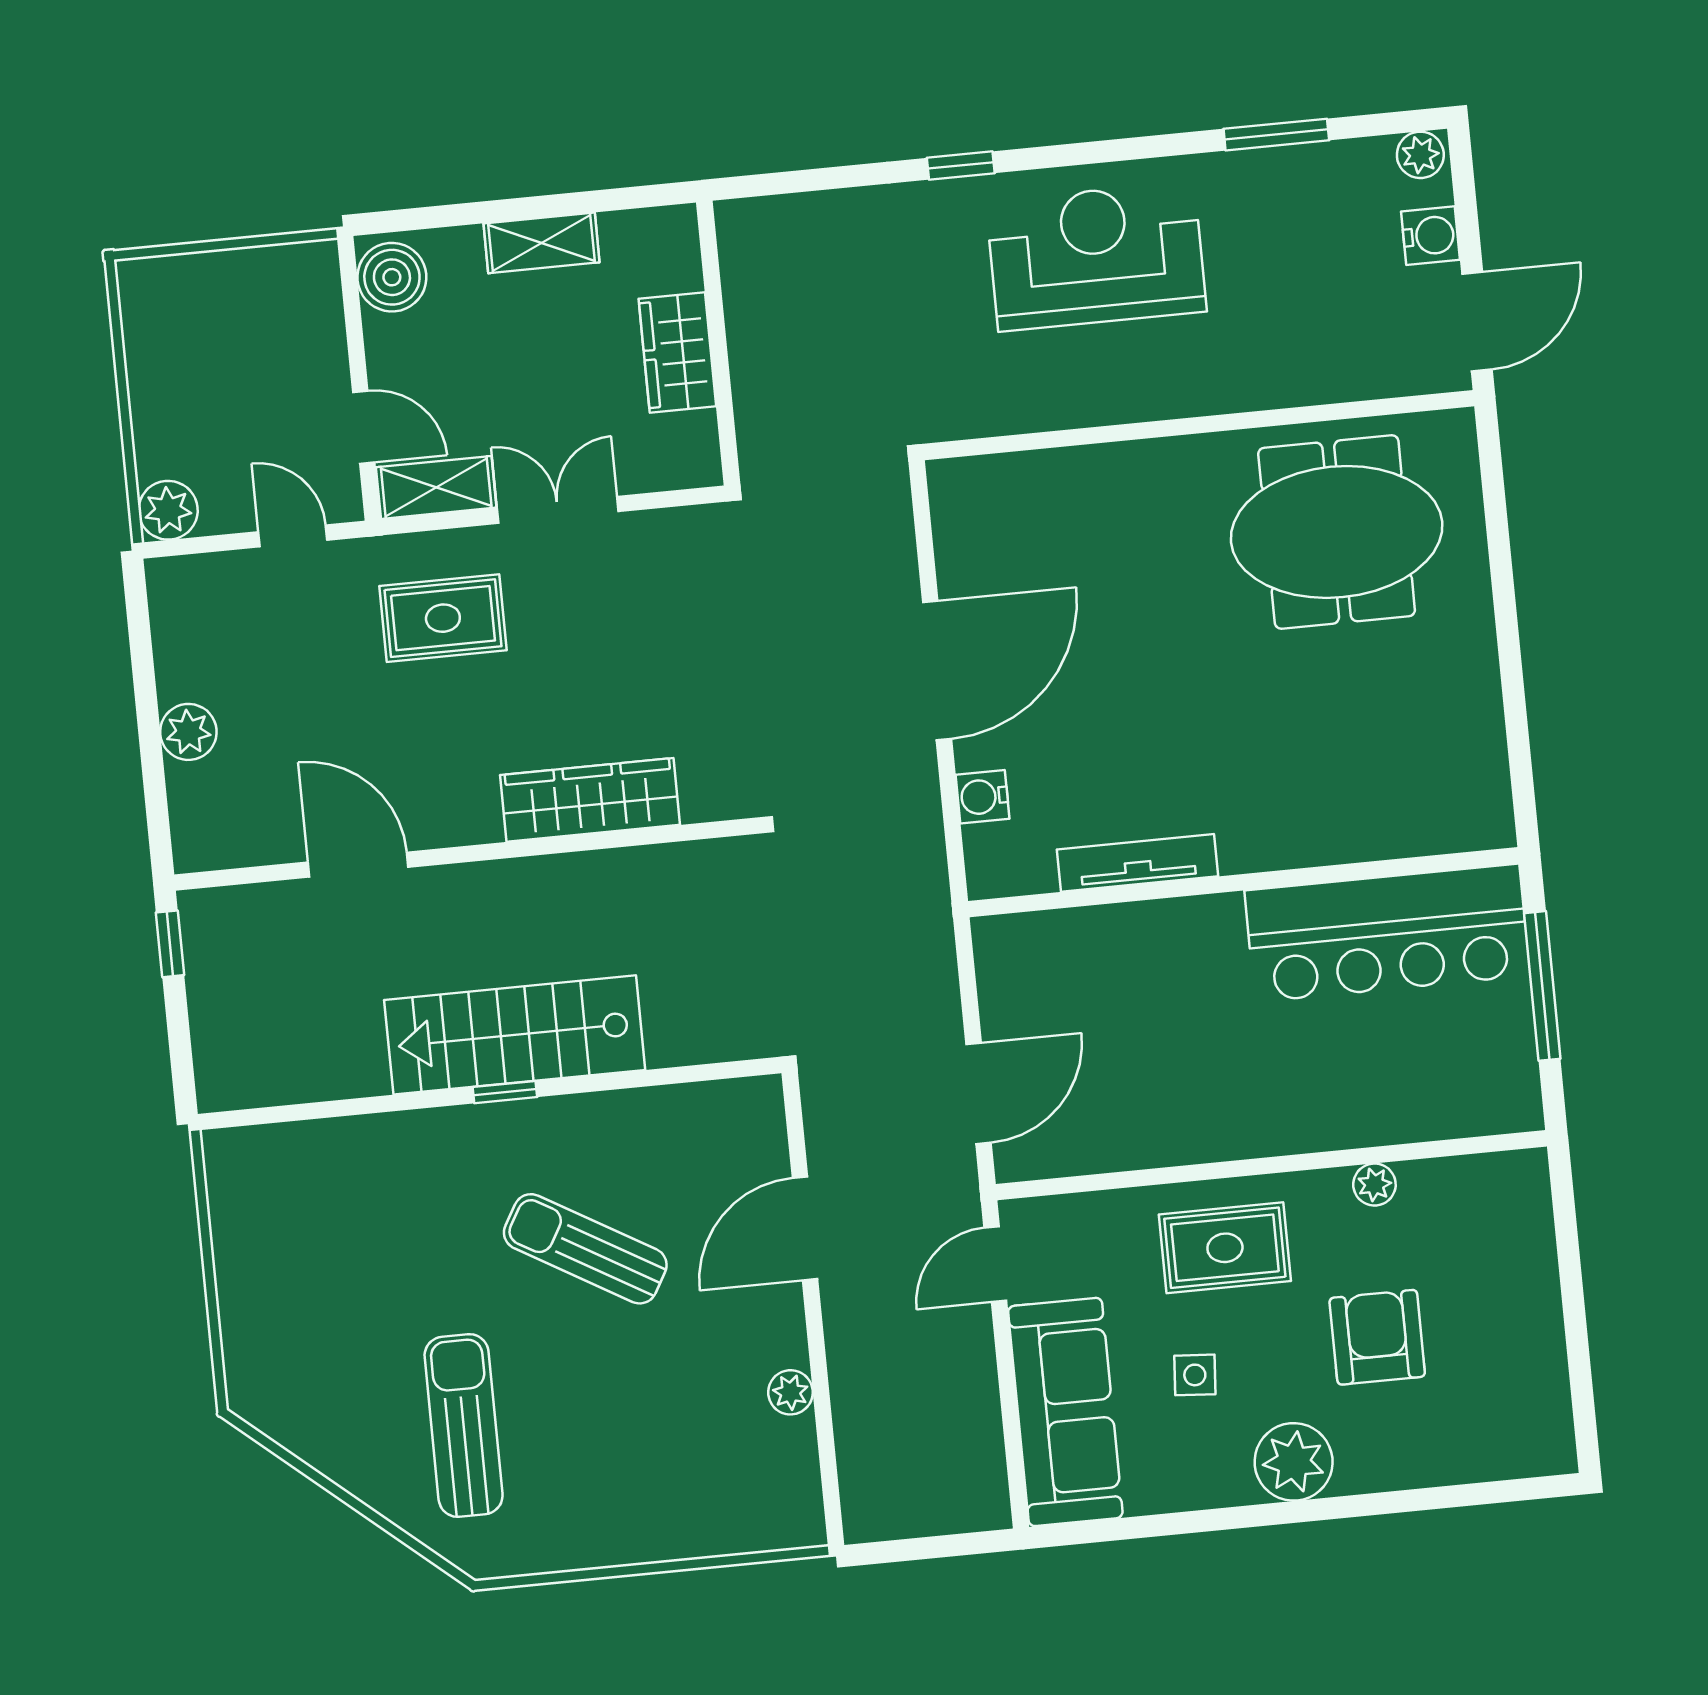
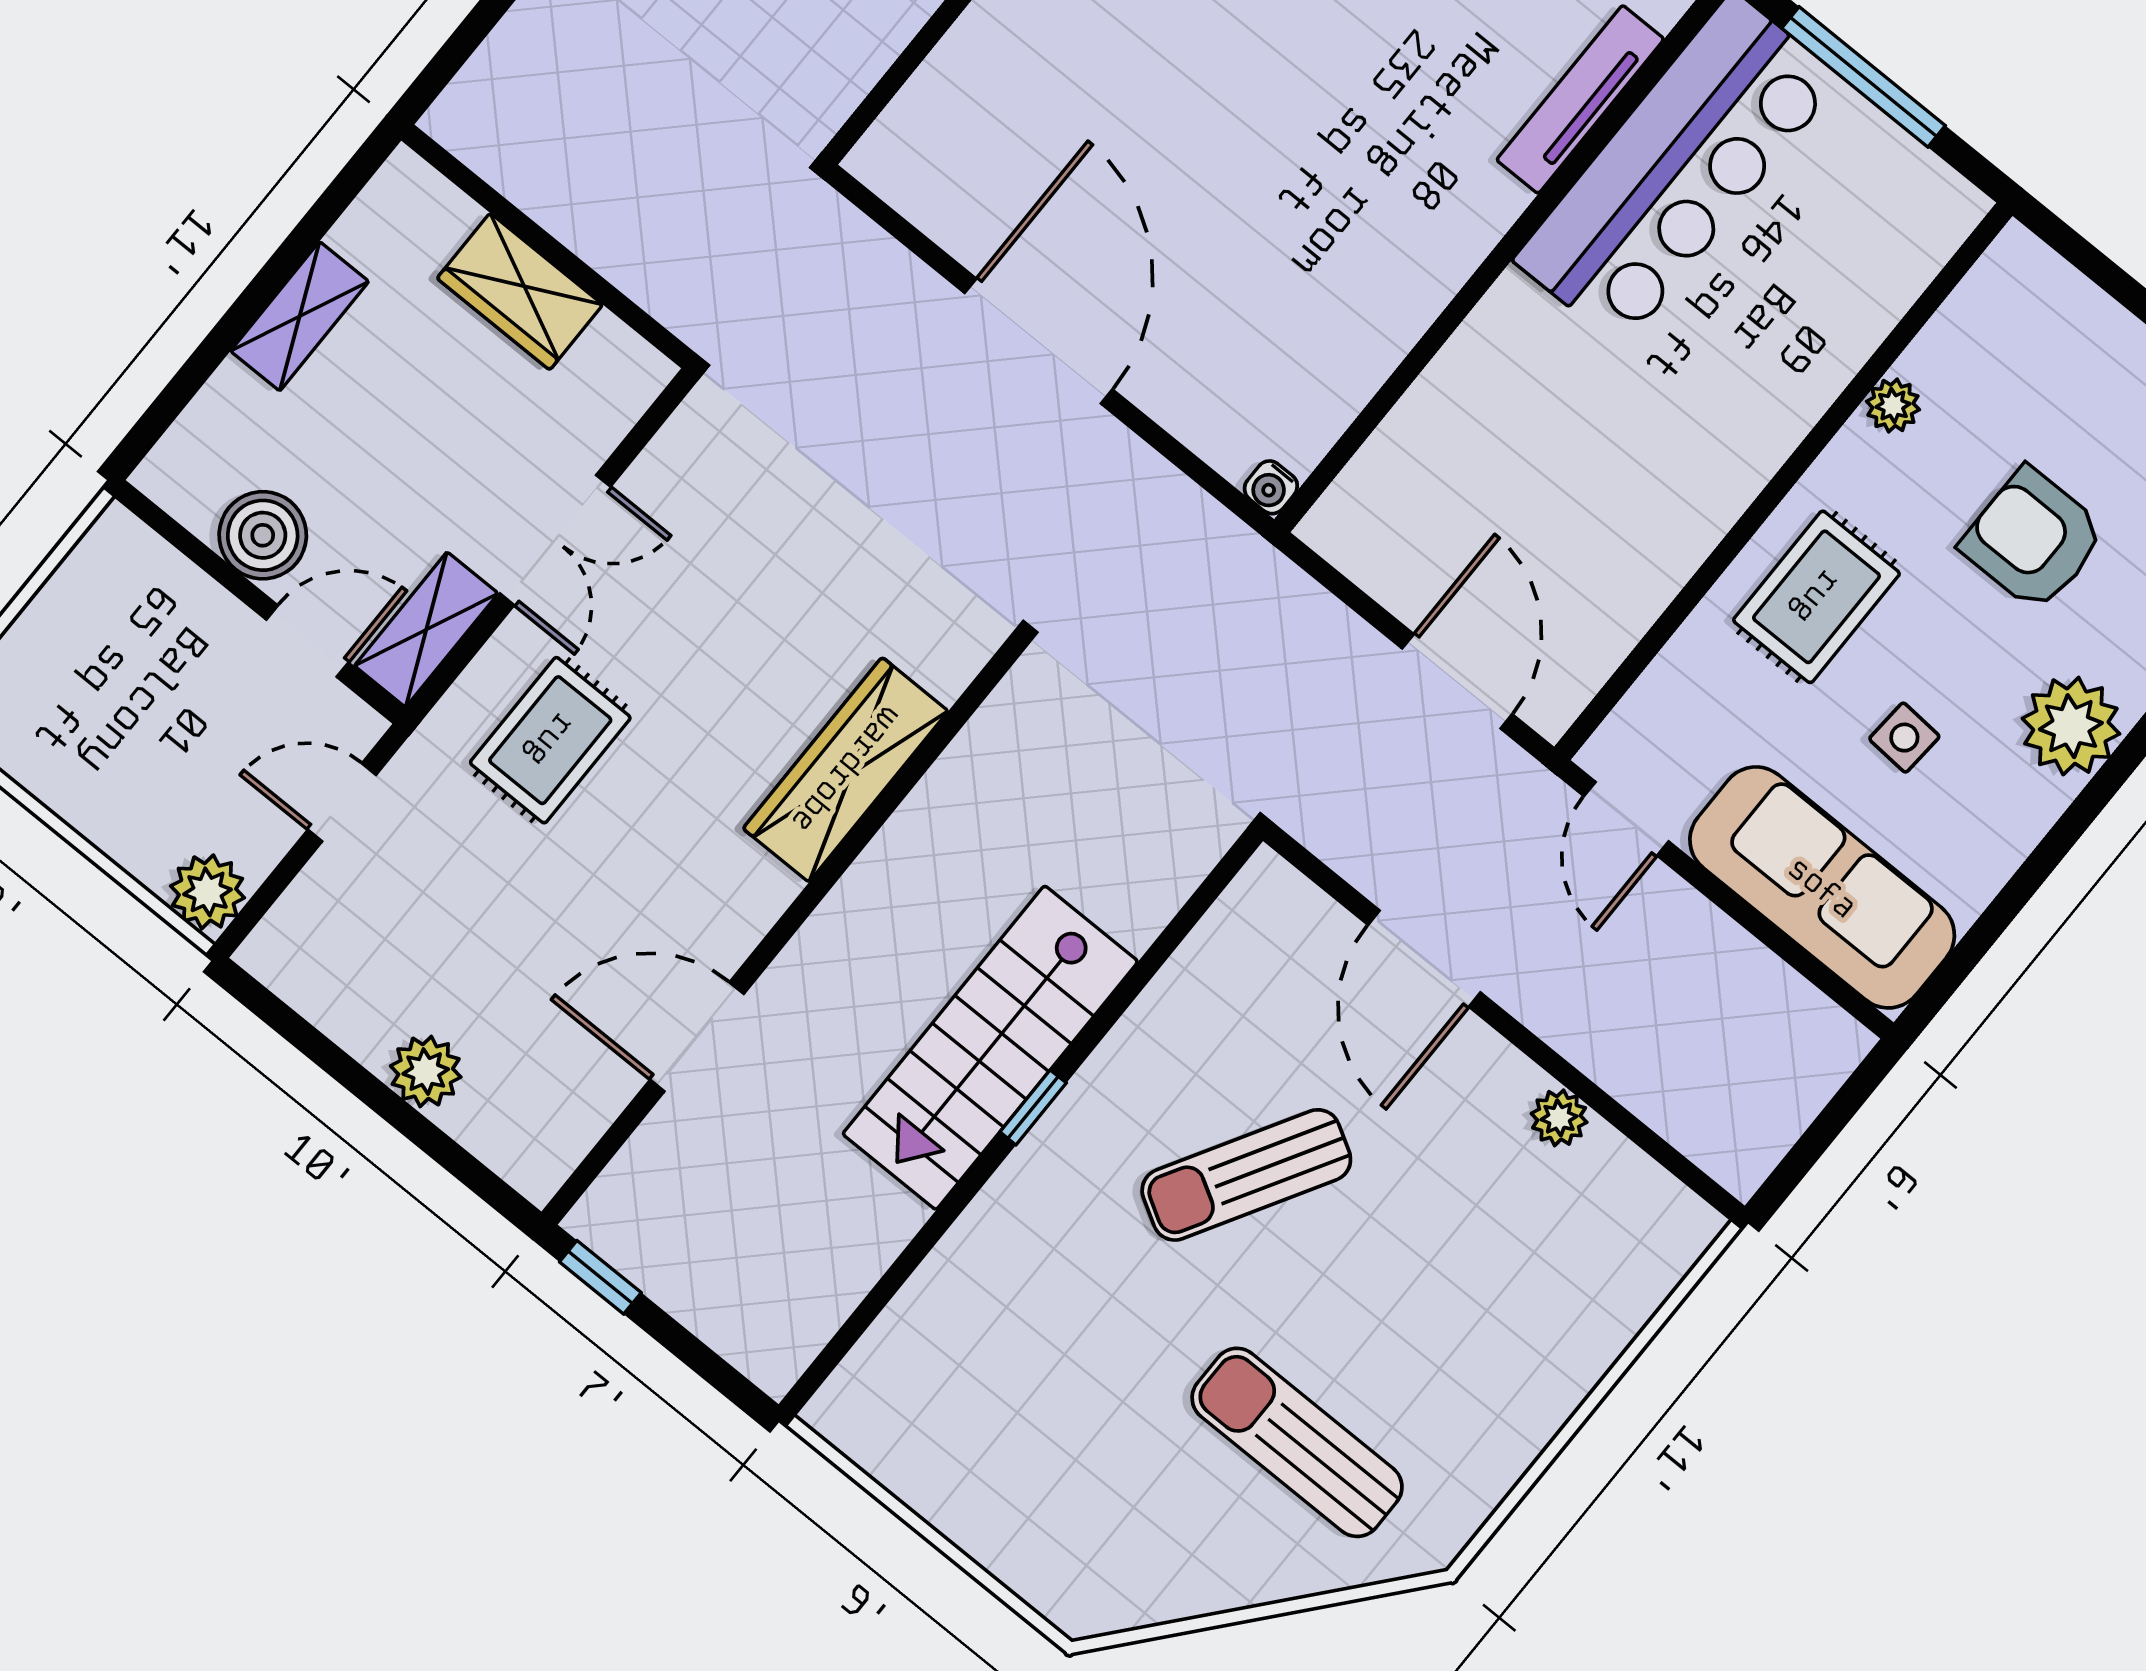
boiler: (392, 277) -> (263, 535), moved
double door: (558, 510) -> (555, 540), swing flipped
water cooler: (982, 797) -> (1271, 487), moved, width x0.72, depth x0.72
tv unit: (1138, 863) -> (1580, 99), moved

